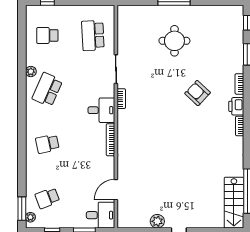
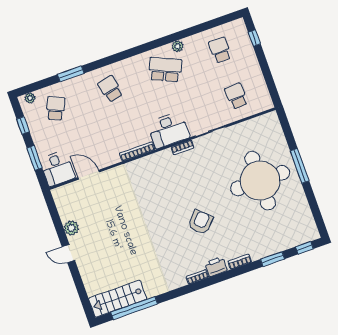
school desk: (93, 35) -> (236, 96), width x0.54
round table: (174, 41) -> (260, 181), width x1.86, depth x1.86
armchair: (197, 93) -> (200, 222), moved
desk: (101, 110) -> (168, 130), width x1.37
school desk: (47, 198) -> (56, 108), turned 45
window: (22, 209) -> (71, 74), moved

